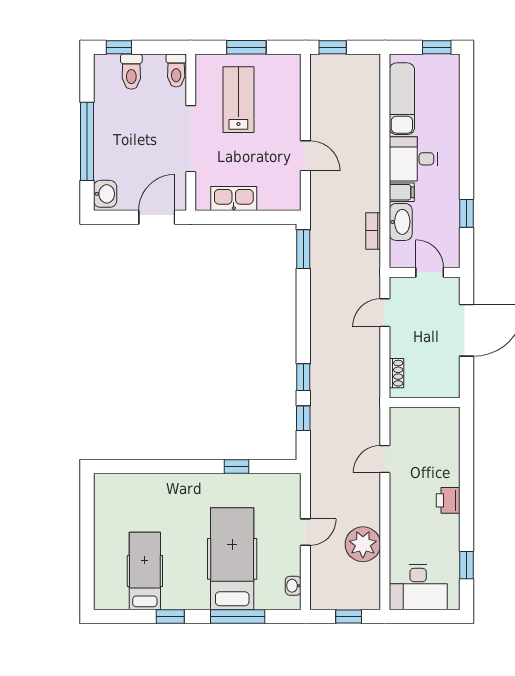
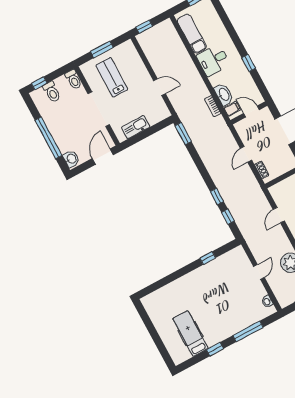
filing cabinet: (402, 192) -> (232, 109), moved
window: (466, 213) -> (249, 63), moved
door: (385, 313) -> (246, 154), moved
hospital bed: (232, 559) -> (230, 304), removed

